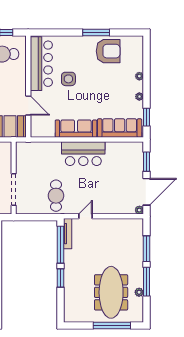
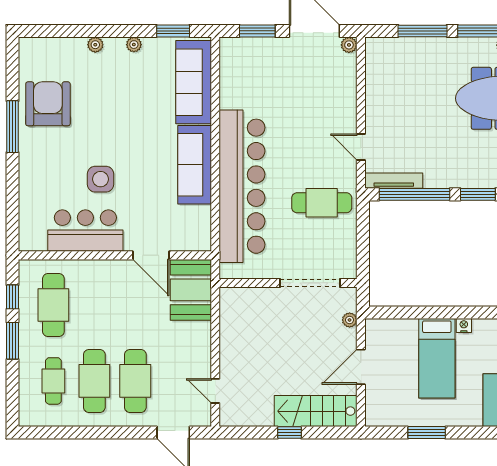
bar counter: (41, 64) -> (85, 231), width x0.73
door: (28, 106) -> (151, 255), swing flipped
bar counter: (83, 154) -> (242, 186), width x1.86

